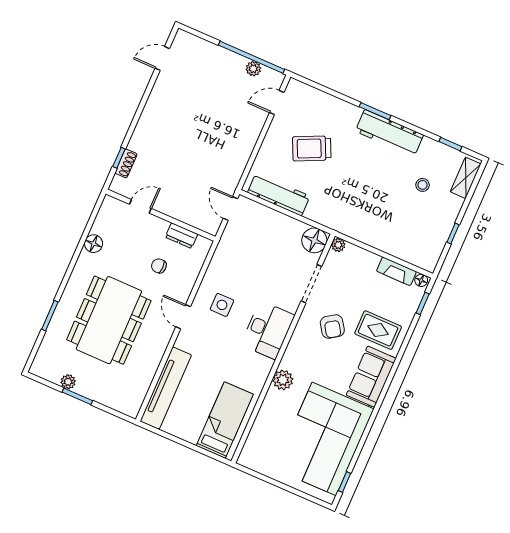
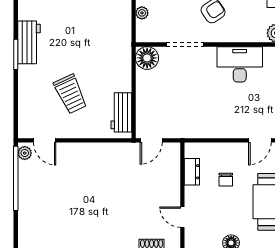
plant: (253, 69) -> (25, 153), moved
workbench: (389, 133) -> (29, 42), width x0.73
workbench: (279, 194) -> (121, 112), width x0.73
plant: (338, 245) -> (142, 13), moved
side table: (222, 305) -> (235, 112), removed

